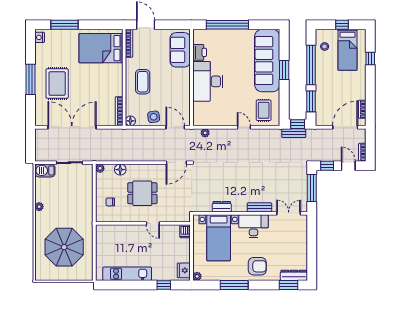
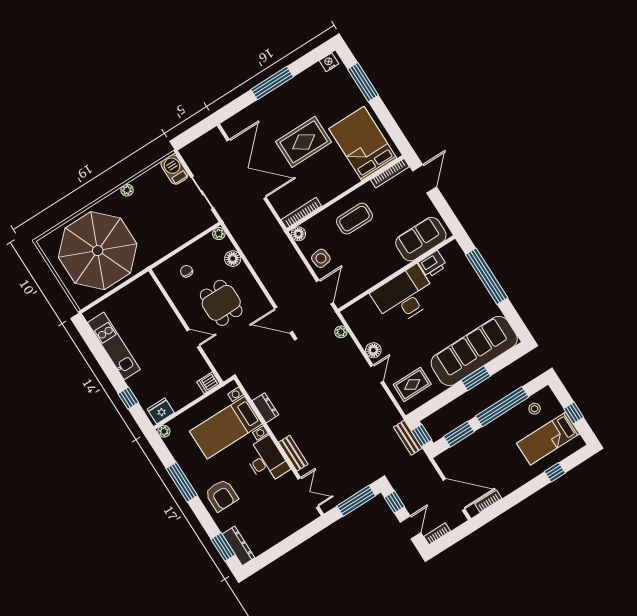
rug: (57, 84) -> (304, 142), moved
floor lamp: (228, 120) -> (373, 350), added
door: (153, 223) -> (193, 338), swing flipped
parasol: (64, 247) -> (98, 251), width x1.36, depth x1.36

